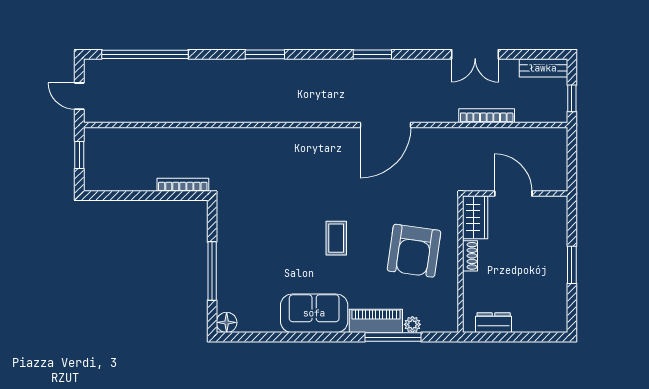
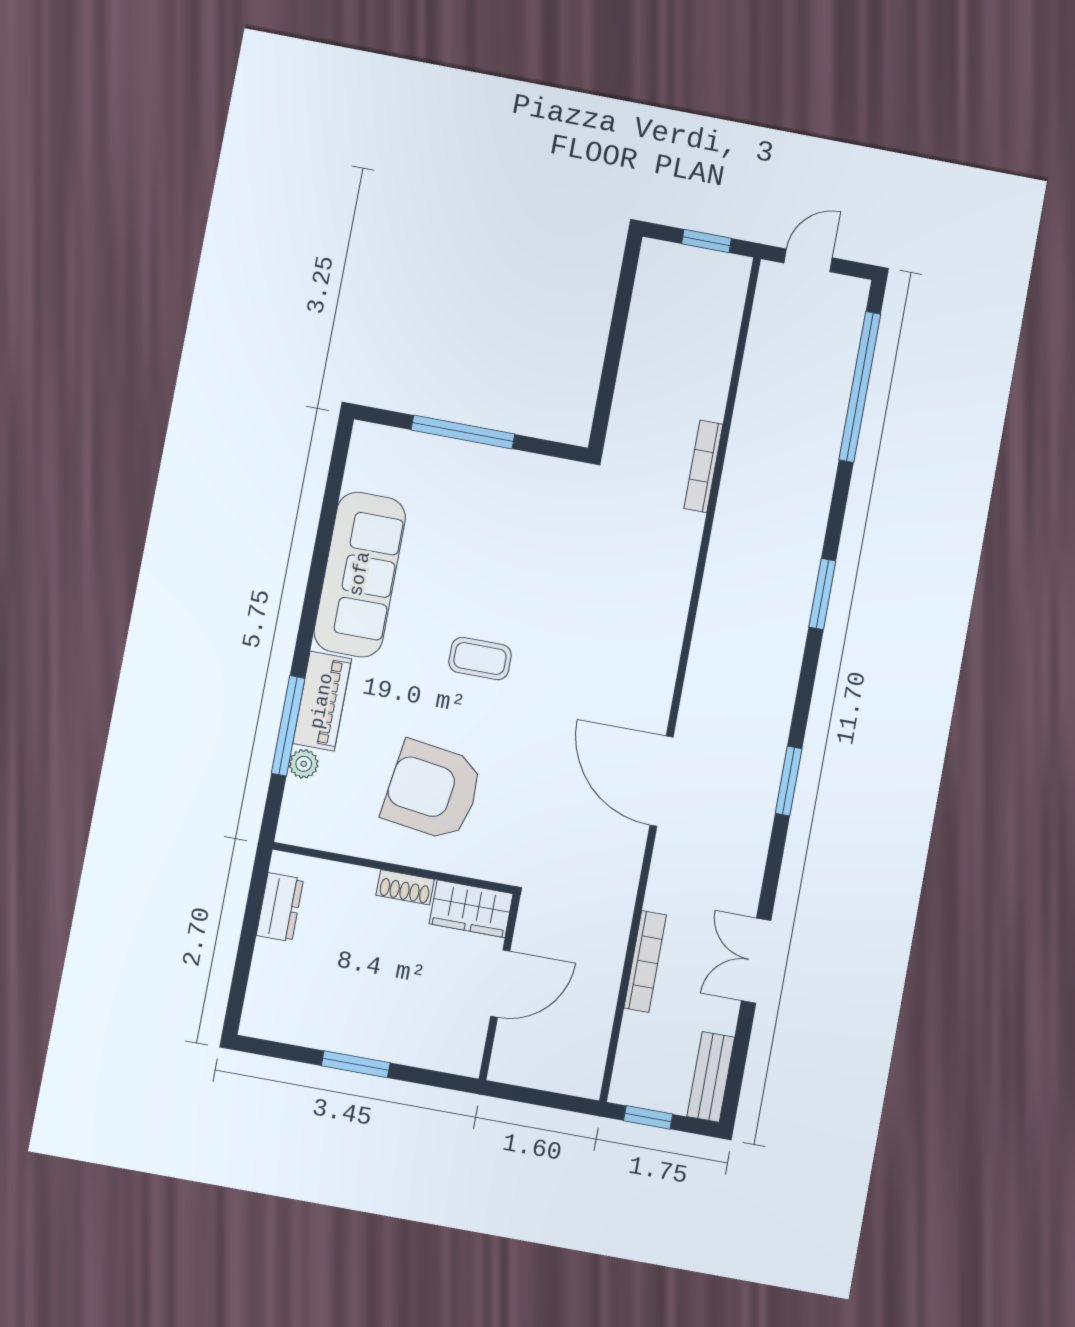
bookcase: (183, 185) -> (703, 466), moved, turned 180
sofa: (314, 313) -> (360, 574), width x1.36
floor lamp: (227, 322) -> (369, 440), removed

